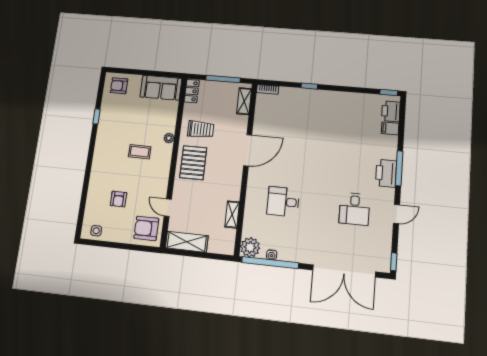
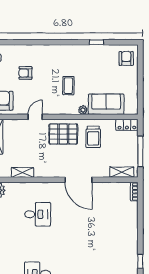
window: (309, 86) -> (140, 262), moved
sofa: (161, 88) -> (106, 104), moved, turned 90
desk: (283, 202) -> (38, 214), turned 90
door: (168, 208) -> (35, 117), moved

